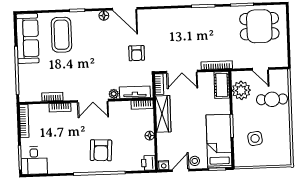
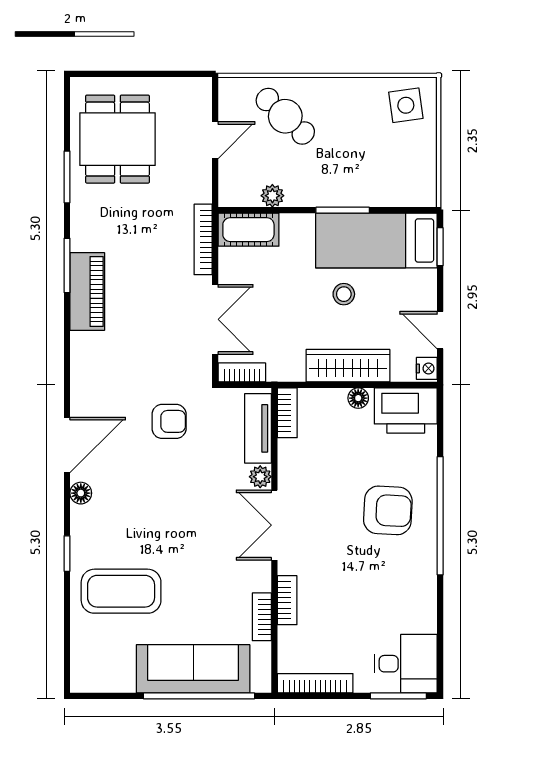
piano: (192, 15) -> (87, 291), added
sofa: (28, 38) -> (193, 669), moved
plant: (241, 90) -> (272, 196), width x0.53, depth x0.53
cafe table: (272, 99) -> (285, 116), turned -47
double door: (93, 101) -> (274, 525), swing flipped
wardrobe: (163, 114) -> (348, 366), moved
side table: (255, 138) -> (406, 105), moved
stool: (195, 161) -> (344, 294), moved
printer: (148, 163) -> (406, 410), width x1.87, depth x1.48

